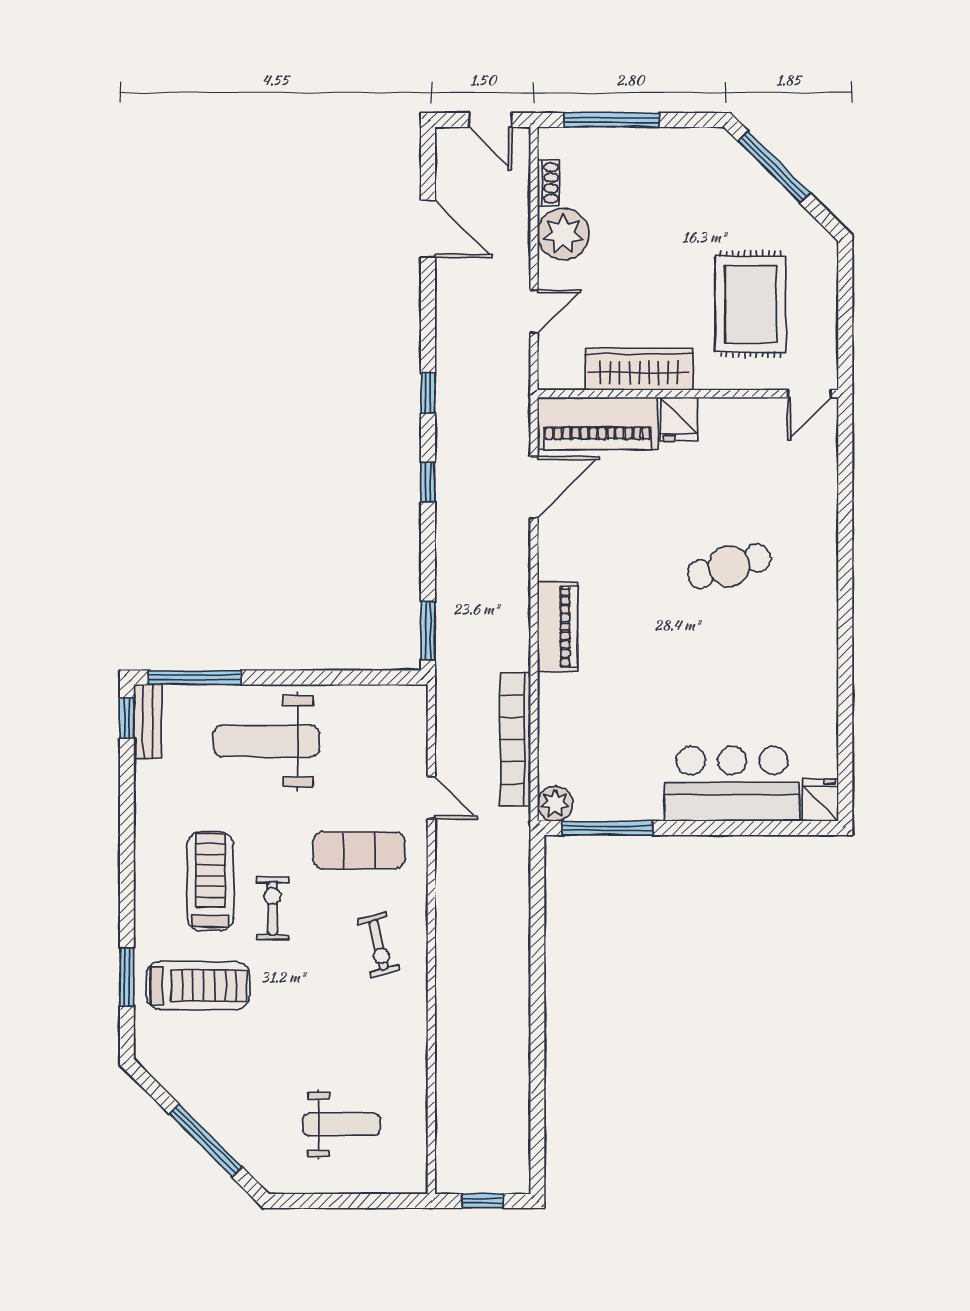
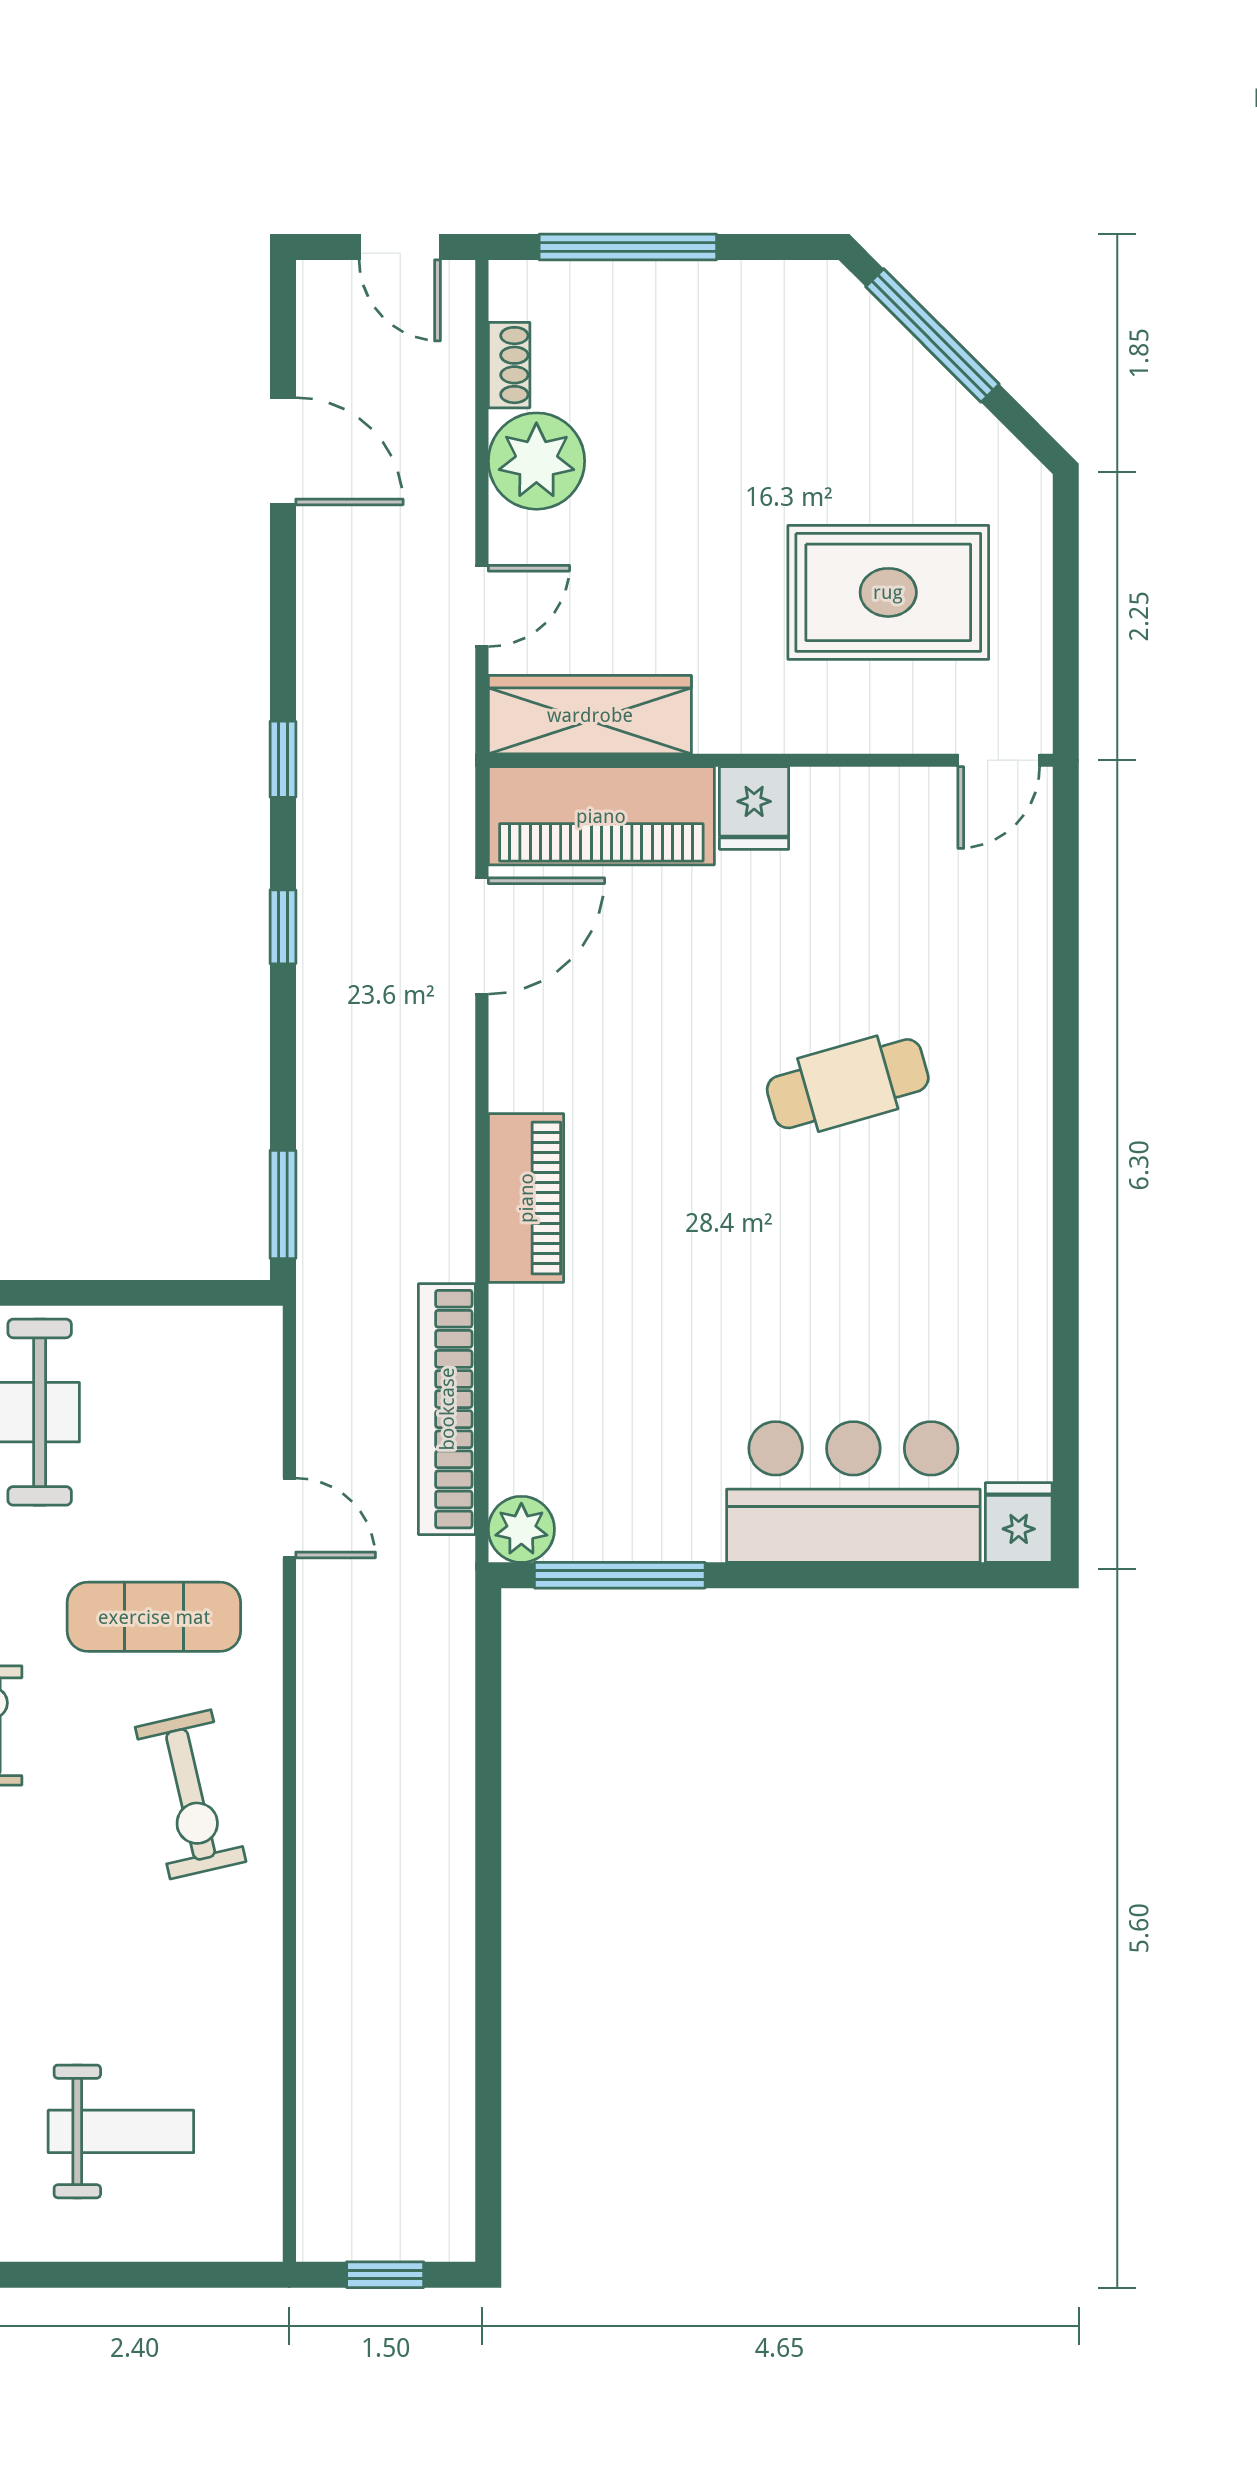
rug: (751, 304) -> (888, 592), turned 90
wardrobe: (639, 369) -> (590, 715), moved
exercise bike: (379, 945) -> (191, 1794), width x1.38, depth x1.39

